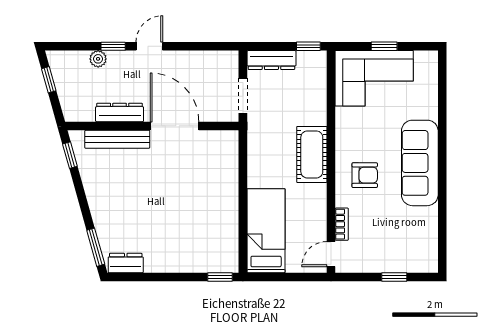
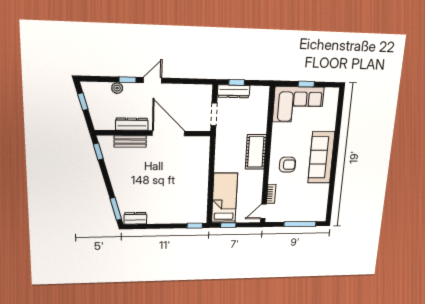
window: (308, 46) -> (237, 82), moved
bench: (117, 139) -> (130, 142), width x0.73
window: (274, 277) -> (228, 225), added
window: (394, 277) -> (300, 224), width x2.17

